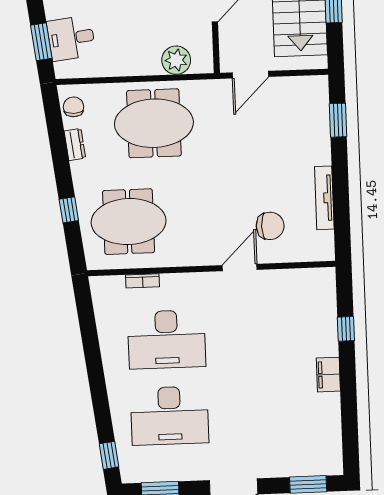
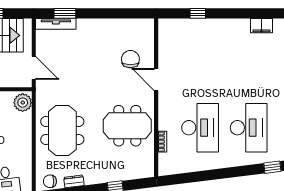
plant: (176, 60) -> (23, 103), moved
tv unit: (324, 198) -> (56, 24), moved
meeting table: (129, 222) -> (127, 126), moved, turned 90
filing cabinet: (328, 375) -> (262, 26), moved

